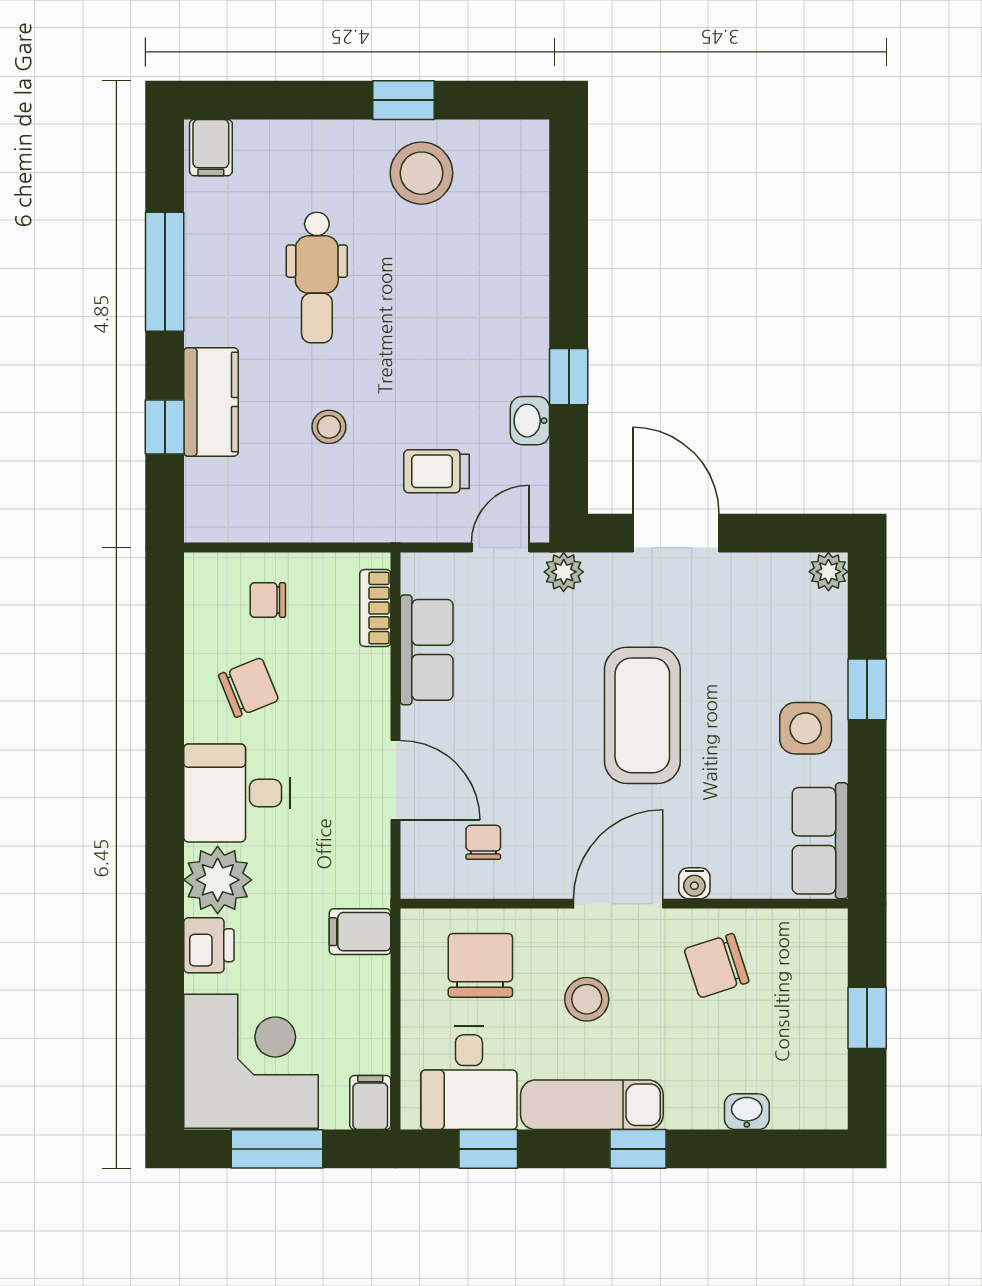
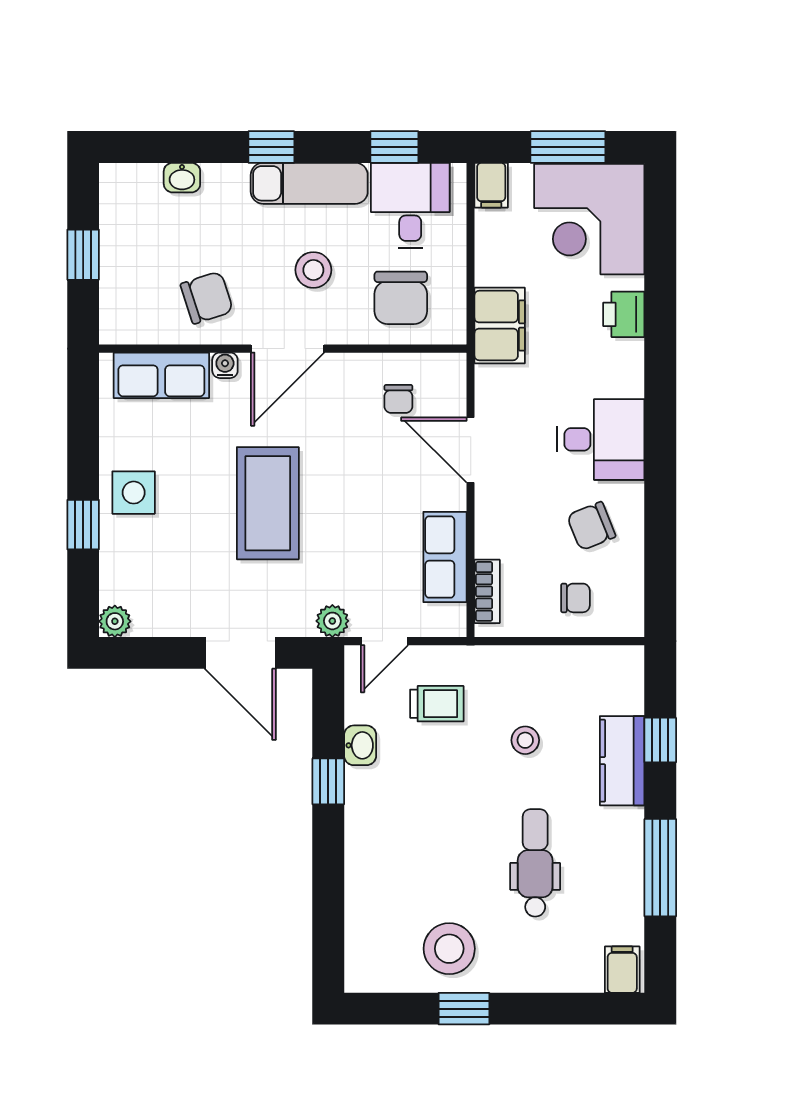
row of seats: (820, 841) -> (161, 375), moved, turned 90
plant: (218, 880) -> (617, 368), removed
filing cabinet: (360, 932) -> (500, 326), width x2.00

